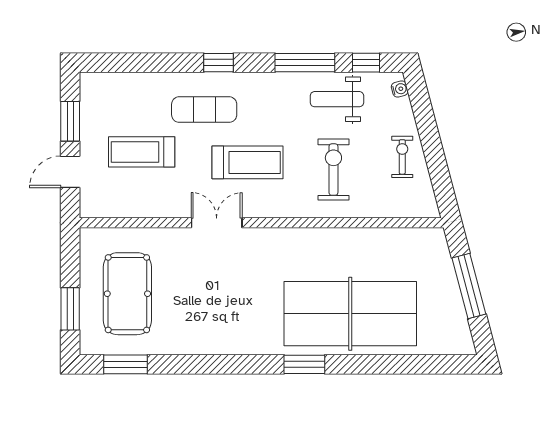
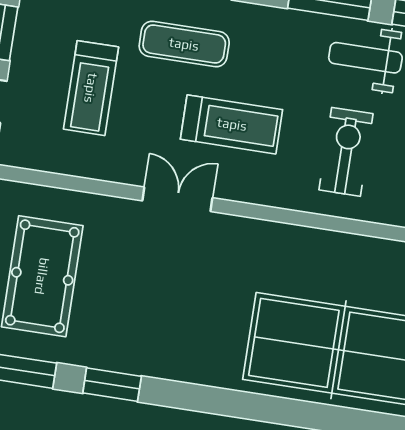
treadmill: (142, 152) -> (91, 88), turned -90
window: (304, 364) -> (112, 385), moved

